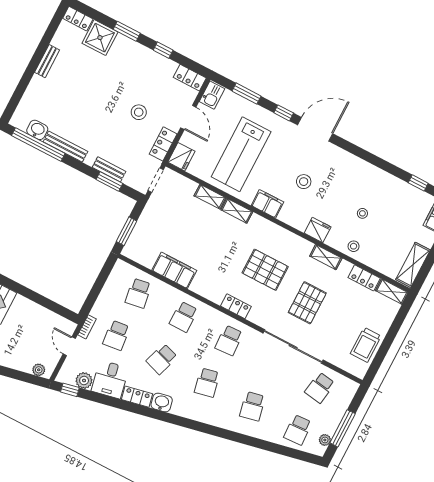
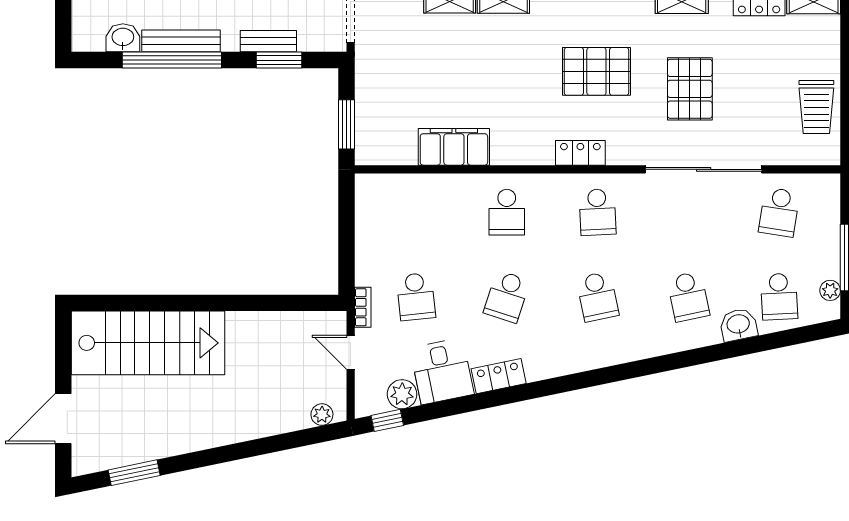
window: (38, 145) -> (172, 60), moved
school desk: (138, 293) -> (416, 212), removed
washbasin: (162, 402) -> (738, 325), moved

